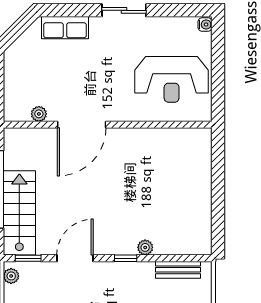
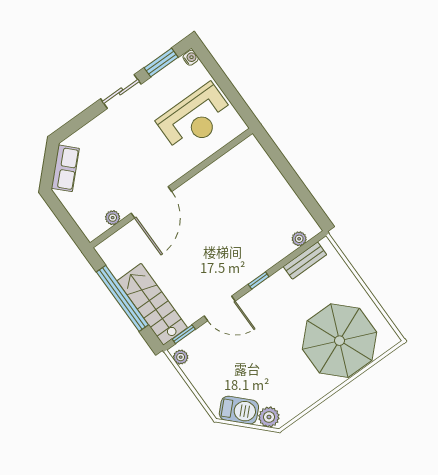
window: (177, 10) -> (161, 63), added
row of seats: (65, 28) -> (65, 168), moved, turned -45
plant: (145, 247) -> (299, 239), moved
door: (75, 258) -> (220, 308), swing flipped

